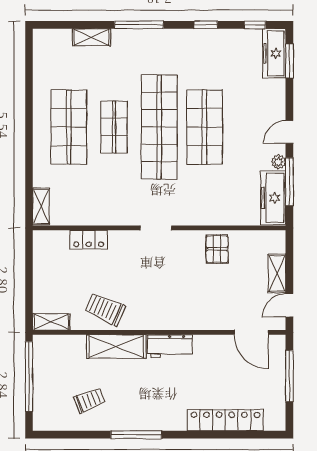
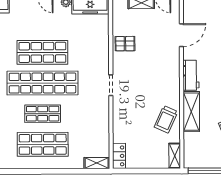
locker: (89, 240) -> (119, 156), moved
door: (251, 332) -> (181, 35), moved

